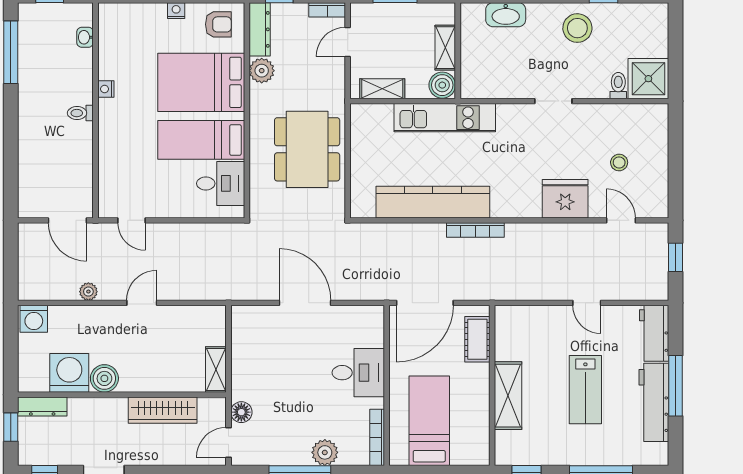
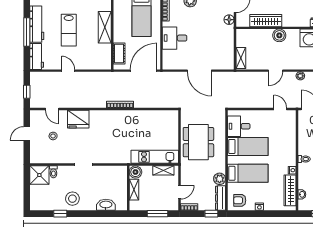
wardrobe: (111, 46) -> (290, 190), added
bed: (201, 82) -> (248, 173), width x0.67
kitchen unit: (445, 118) -> (155, 157), moved
door: (675, 168) -> (27, 134), added
kitchen counter: (433, 202) -> (140, 117), removed
shelving: (216, 369) -> (241, 58), moved
boiler: (104, 378) -> (279, 35), moved
lab bench: (585, 390) -> (69, 30), turned 180

